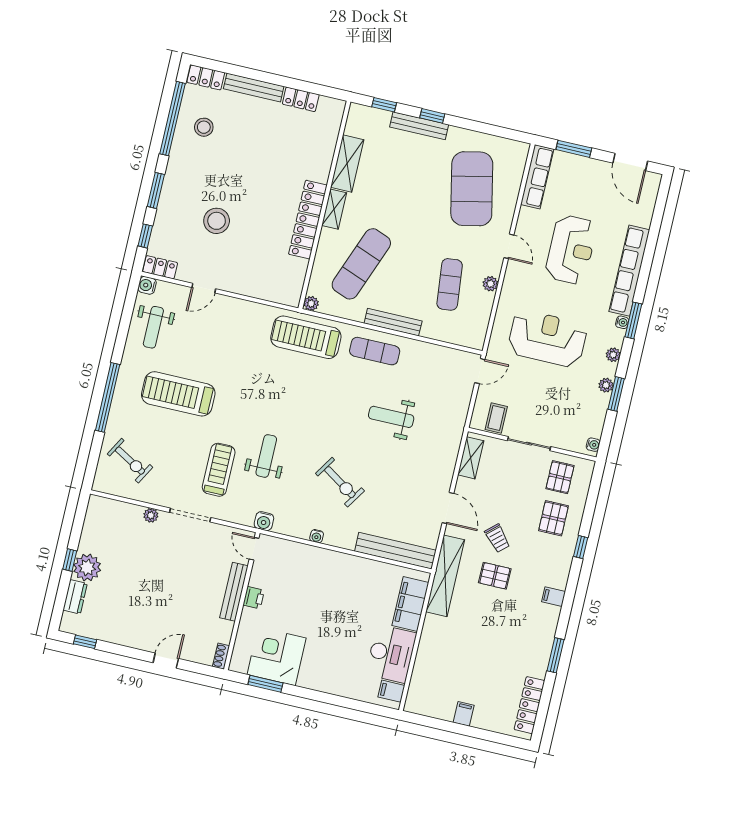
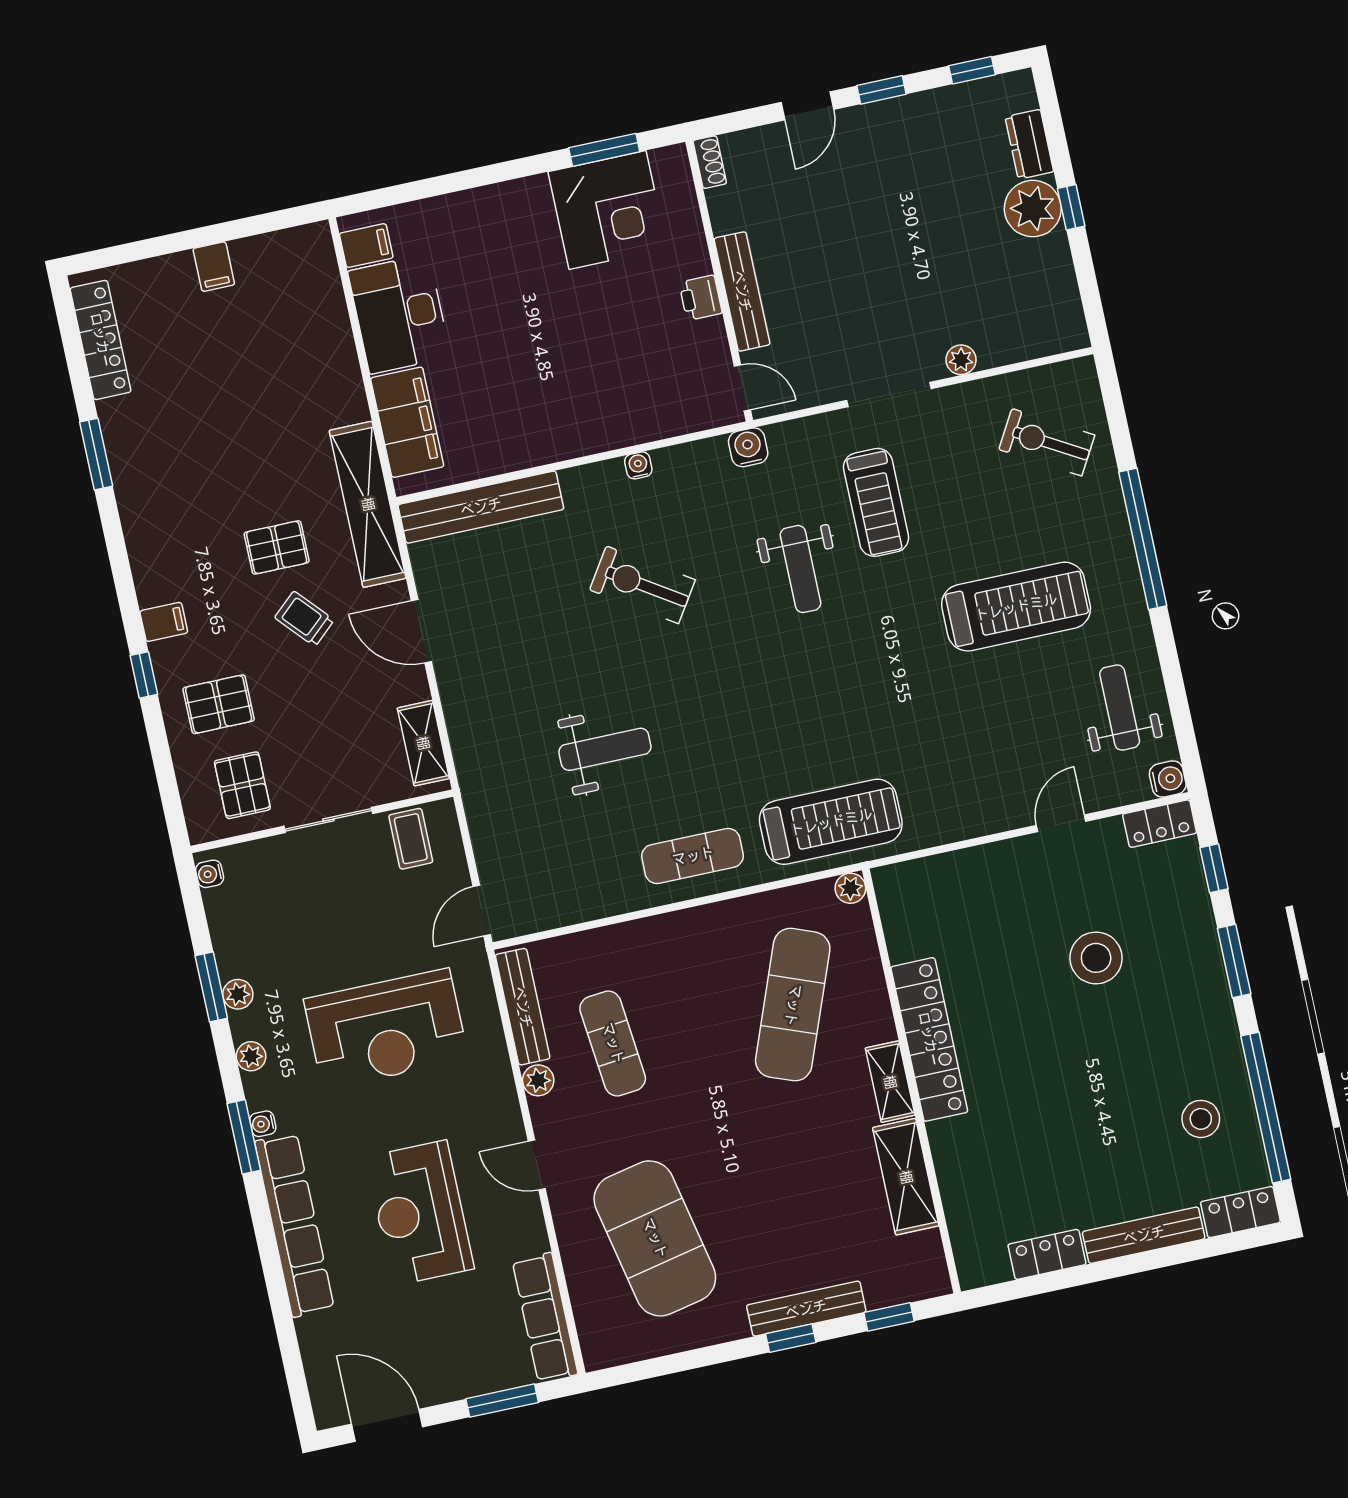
bench: (393, 322) -> (523, 1007), moved, turned 90
pallet: (554, 518) -> (219, 704), turned 90
filing cabinet: (554, 597) -> (164, 622), moved
window: (129, 652) -> (882, 90), added

